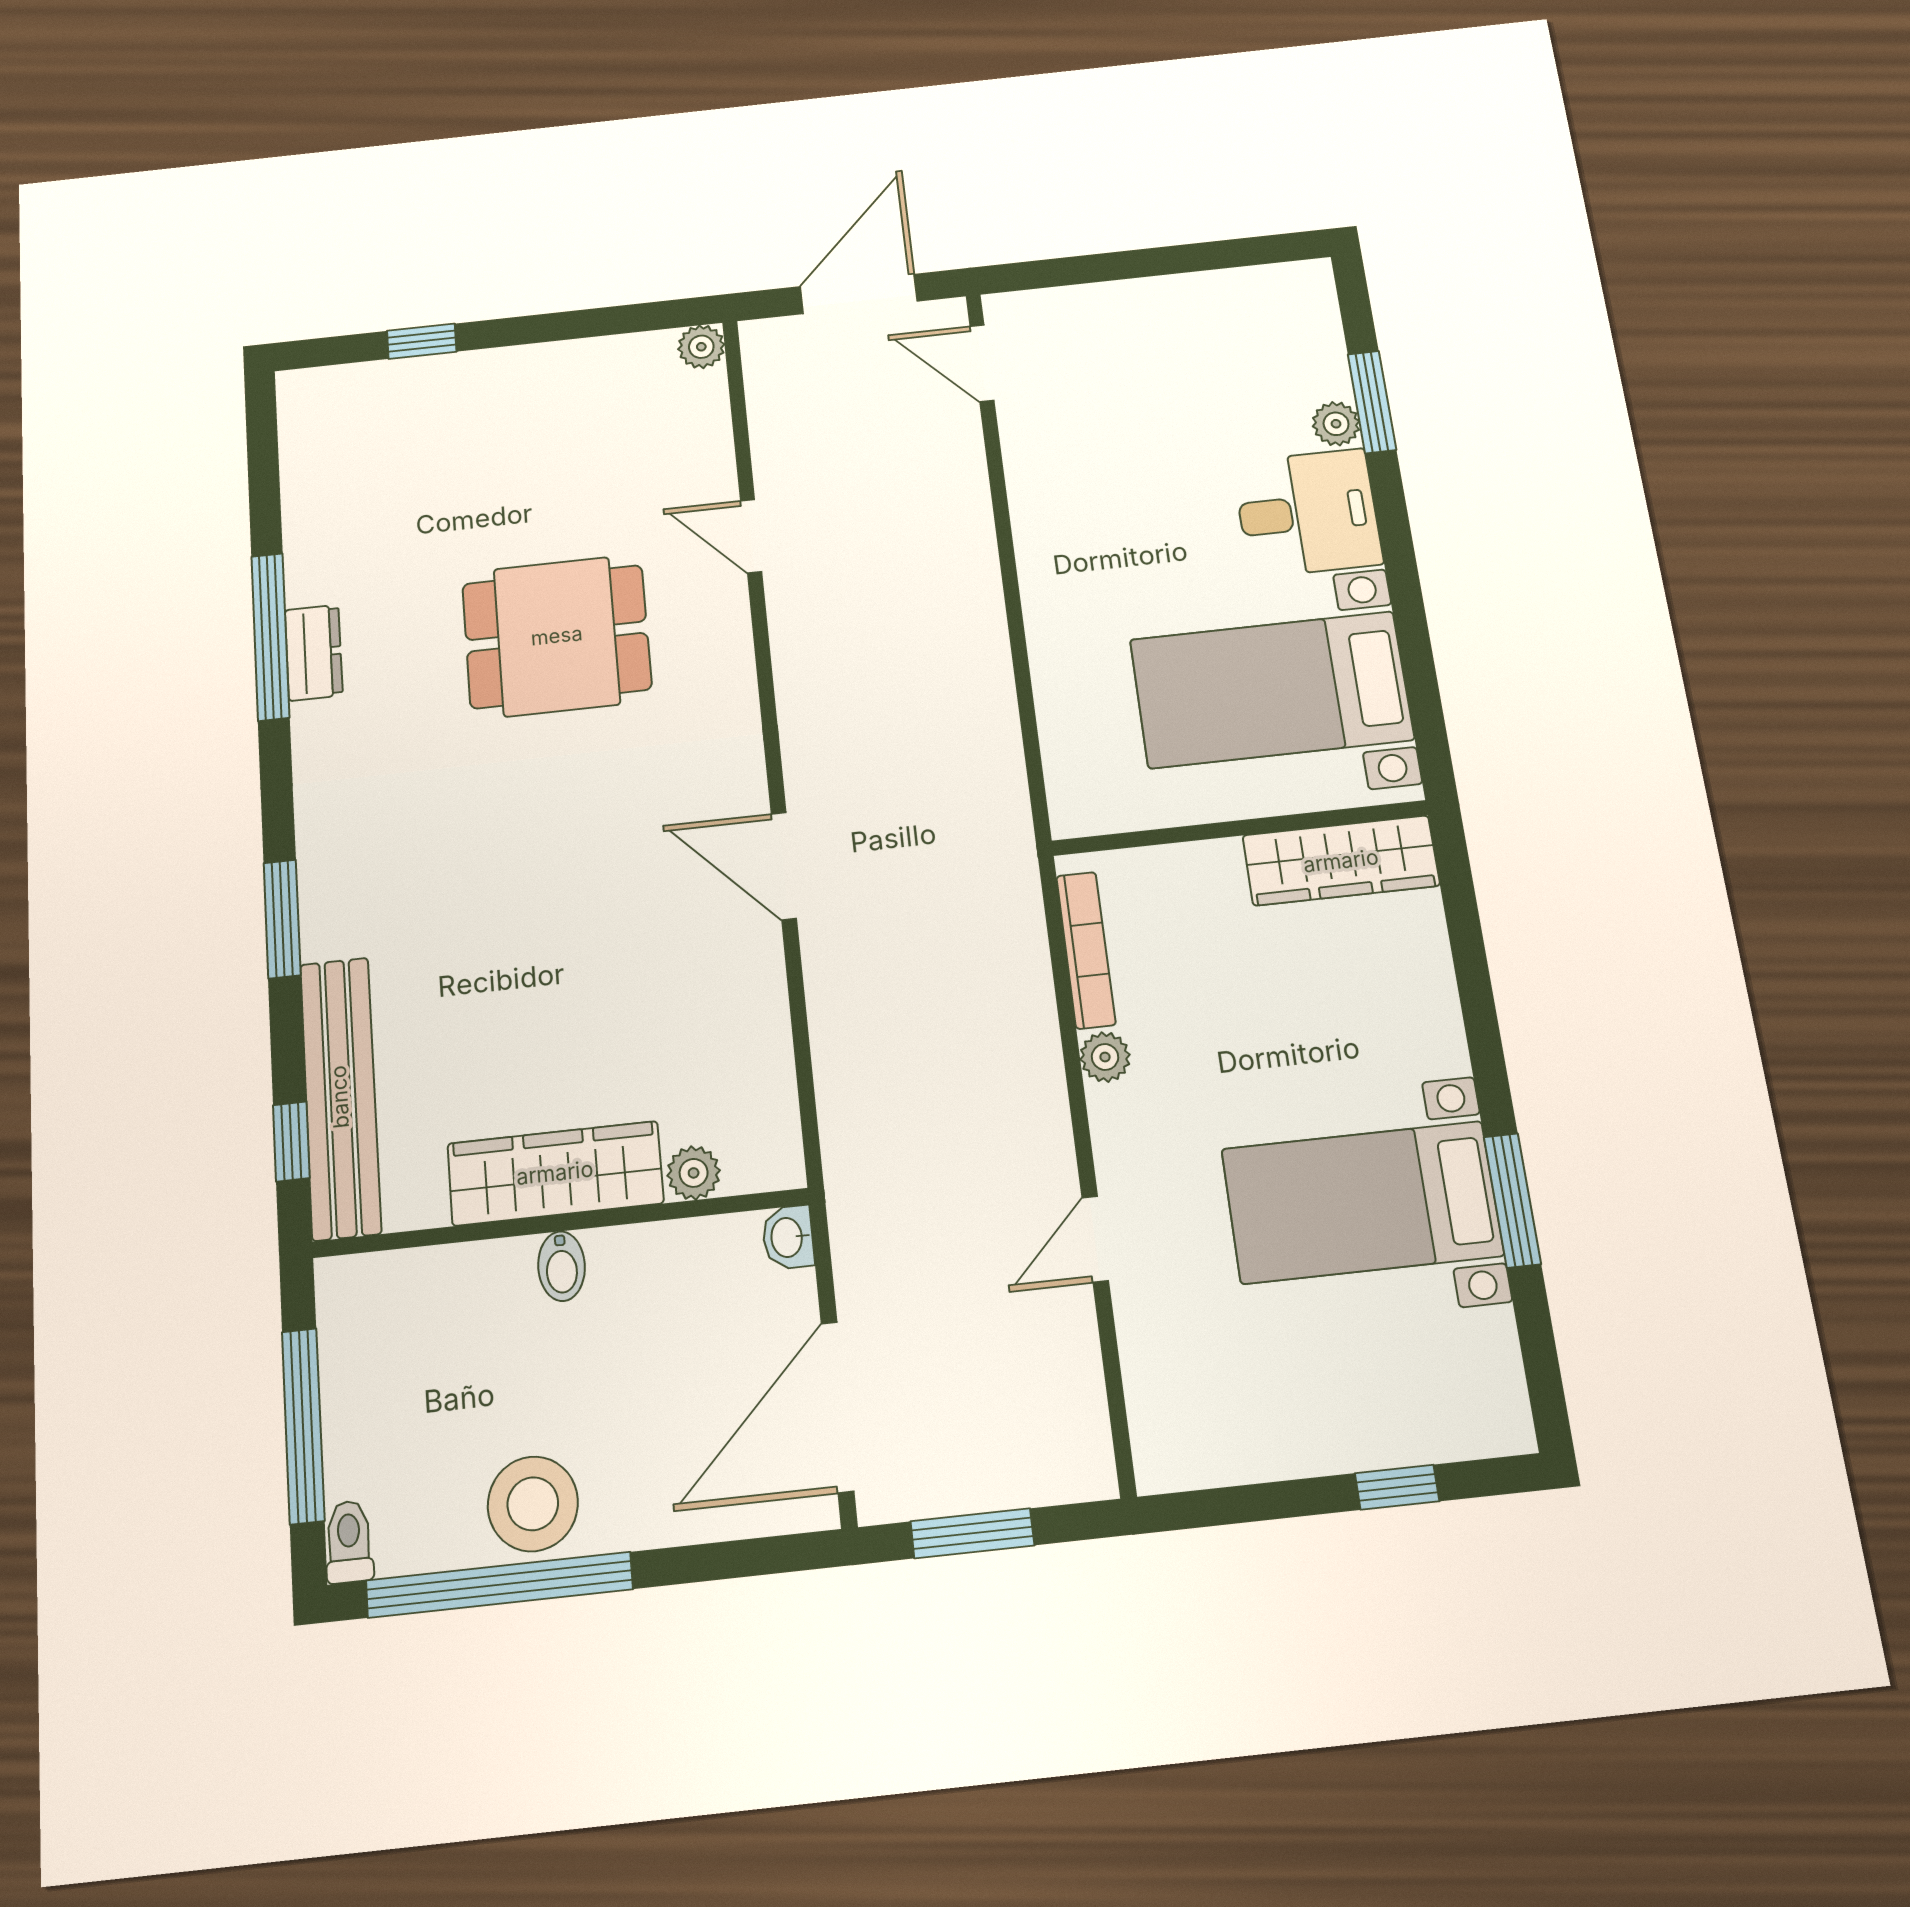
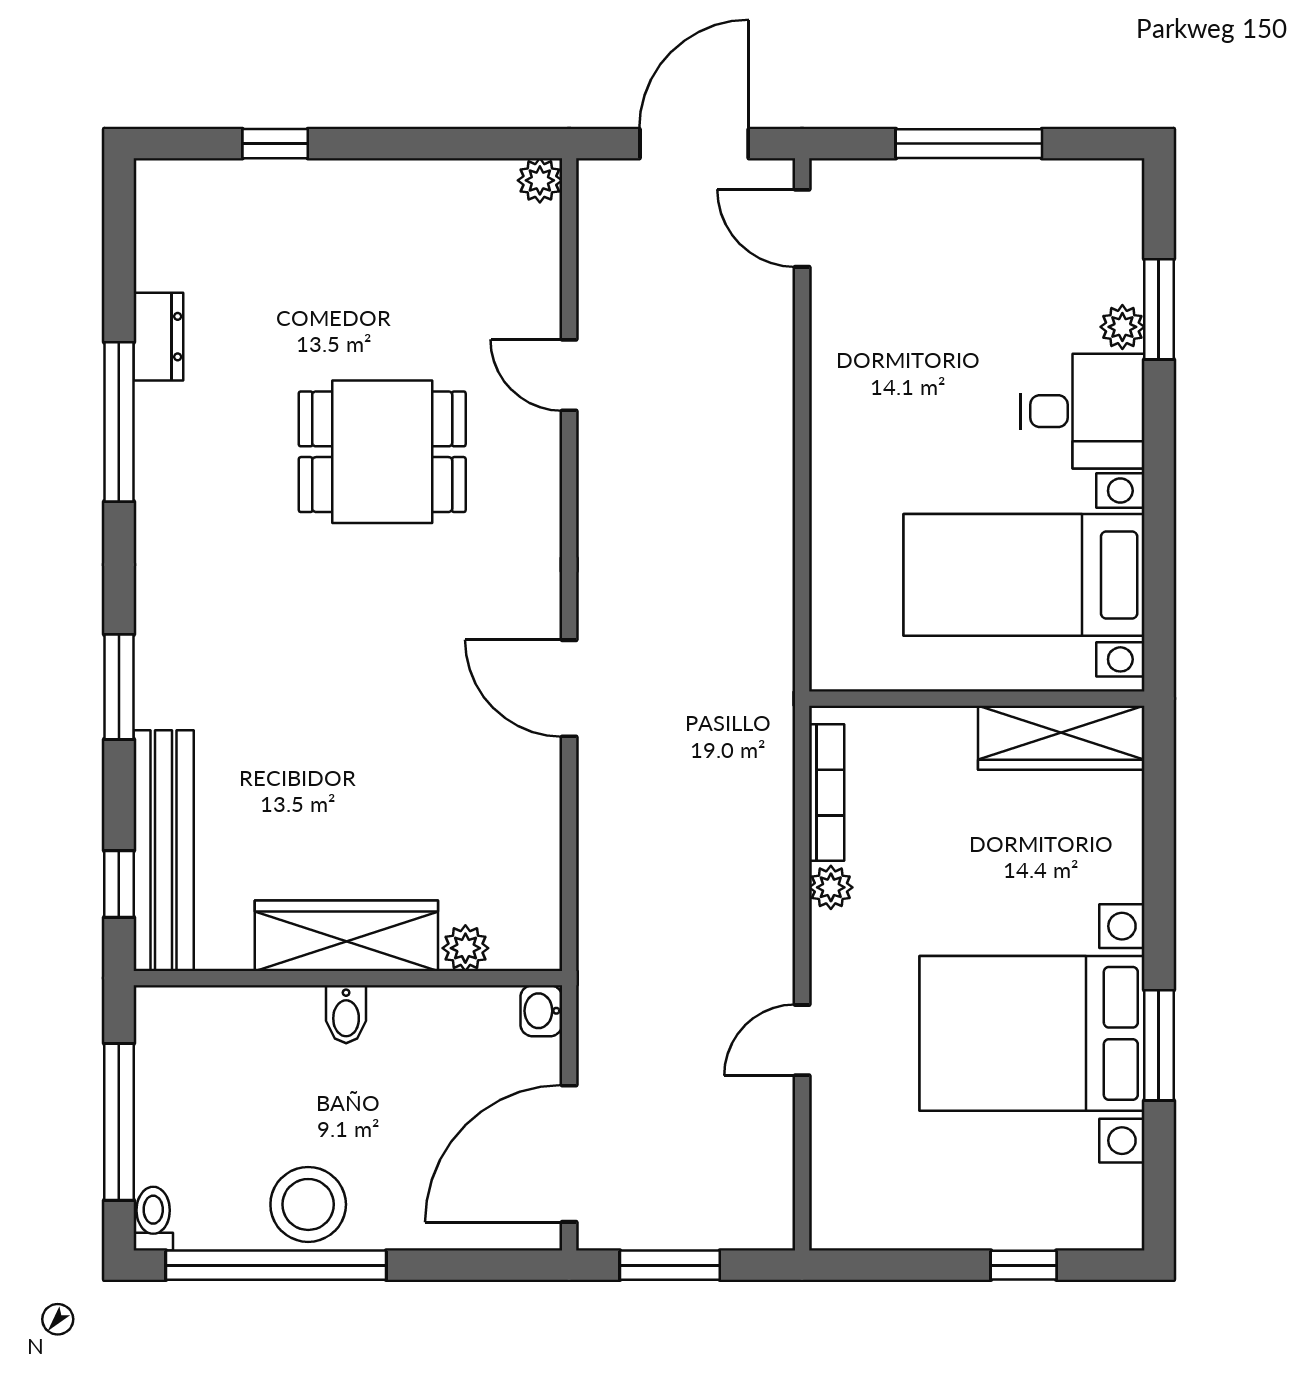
window: (1145, 263) -> (969, 144), added
dresser: (314, 653) -> (158, 337), moved
bed with nightstands: (1362, 1202) -> (1032, 1033), width x1.36

